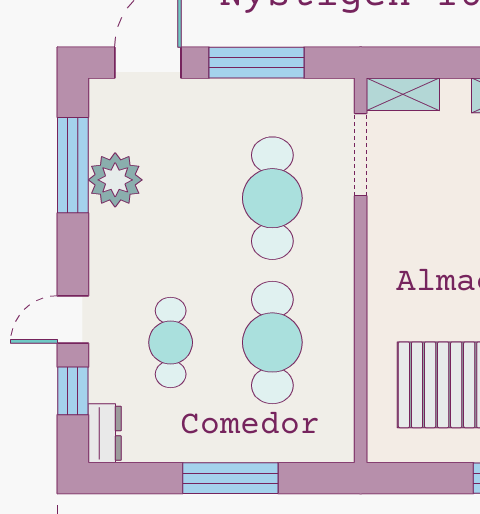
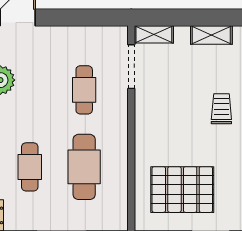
window: (256, 63) -> (76, 17), removed
cafe table: (272, 198) -> (84, 90), width x0.73, depth x0.74

